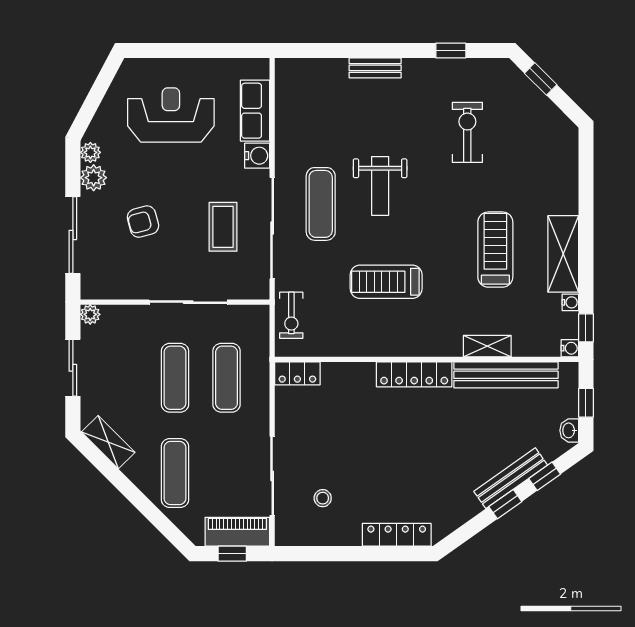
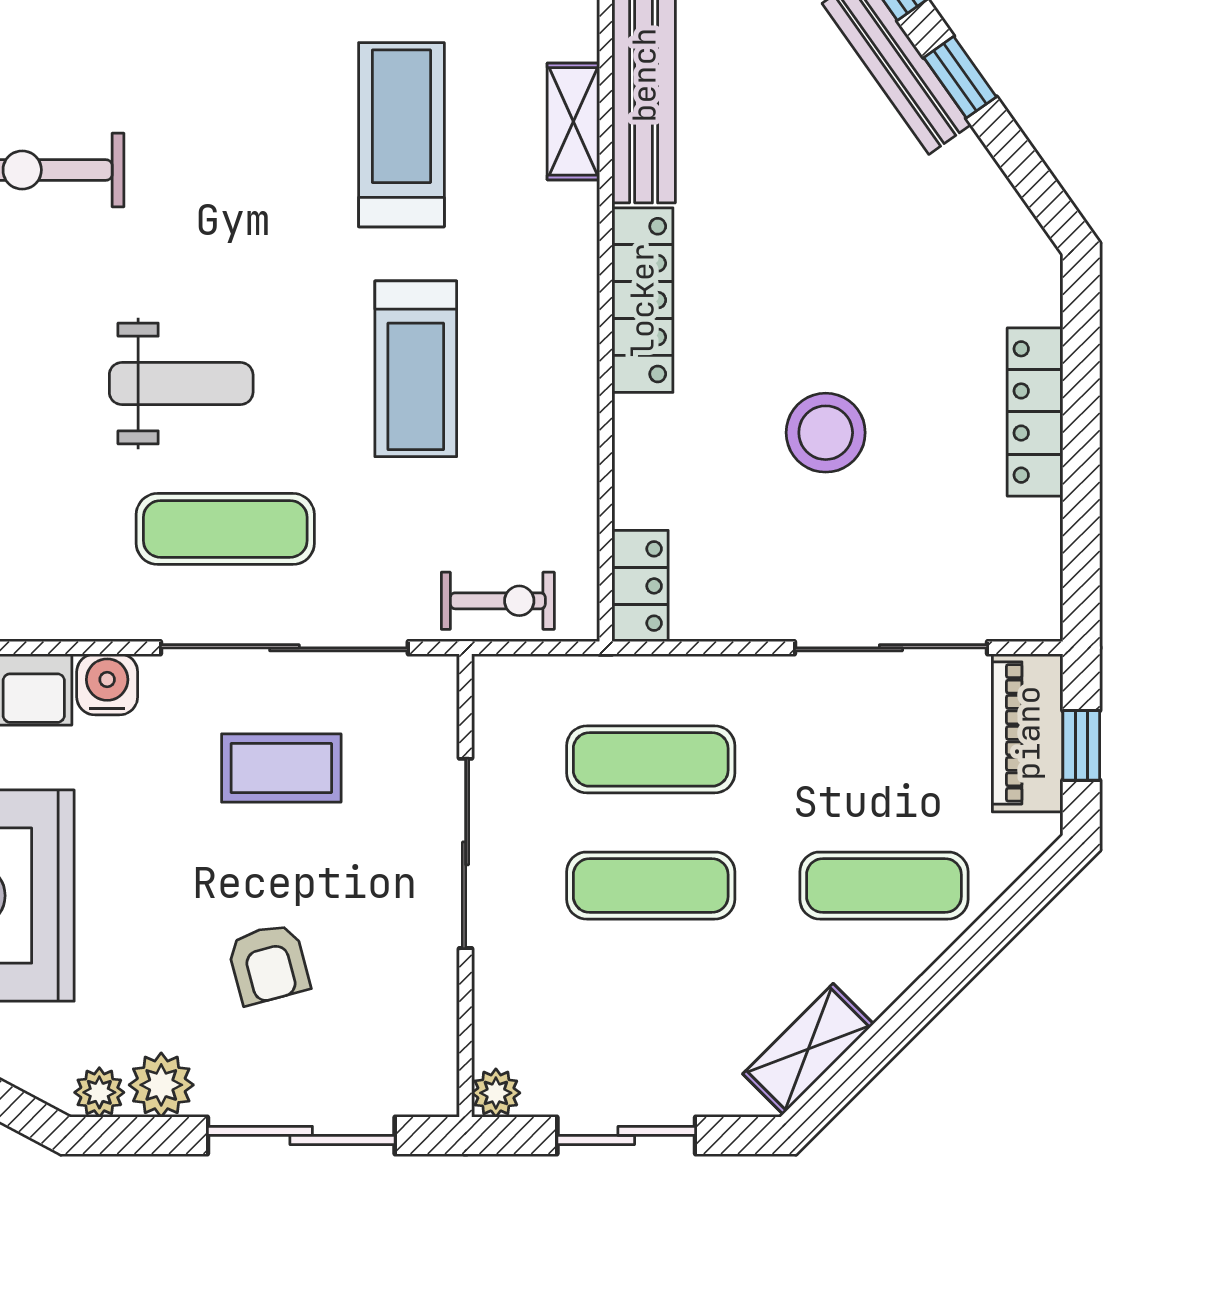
treadmill: (495, 250) -> (401, 135), moved, turned 90
stool: (323, 498) -> (826, 433), moved, width x1.89, depth x1.89
locker: (397, 535) -> (1035, 412), moved

